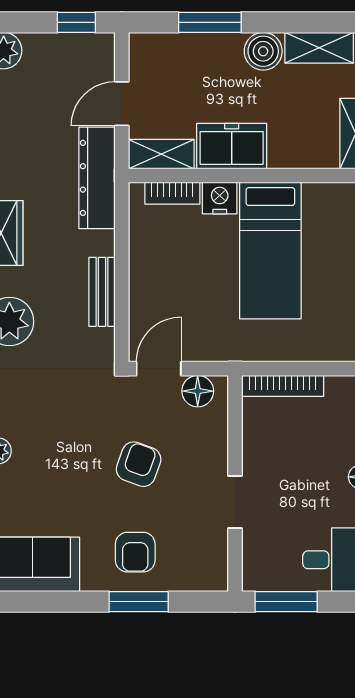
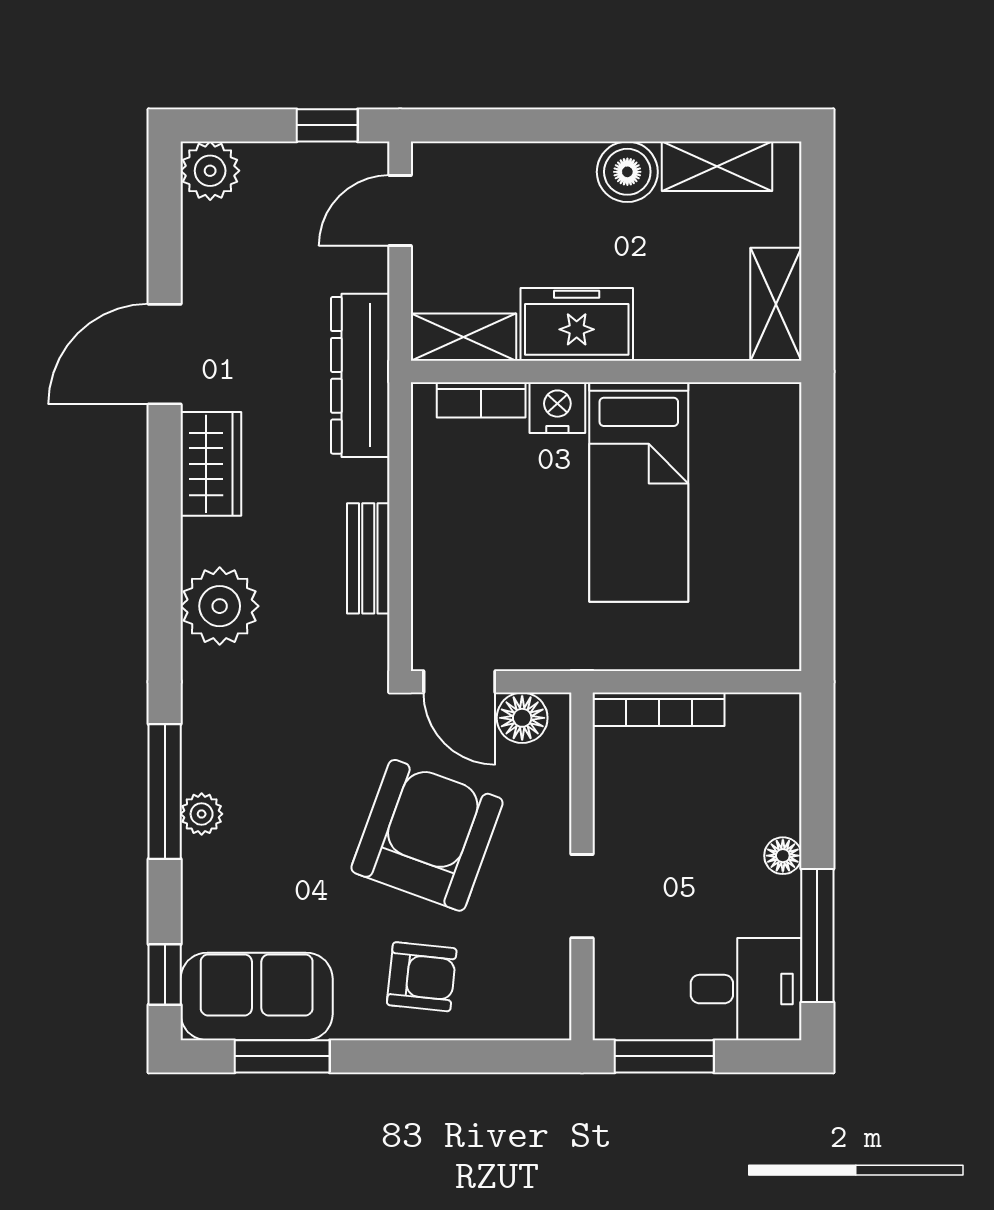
window: (210, 22) -> (542, 125), removed
door: (122, 104) -> (400, 210), moved
door: (159, 369) -> (459, 682), swing flipped
armchair: (139, 464) -> (427, 835), width x1.88, depth x1.88
armchair: (135, 552) -> (422, 977), turned -84
window: (139, 602) -> (282, 1056), moved

